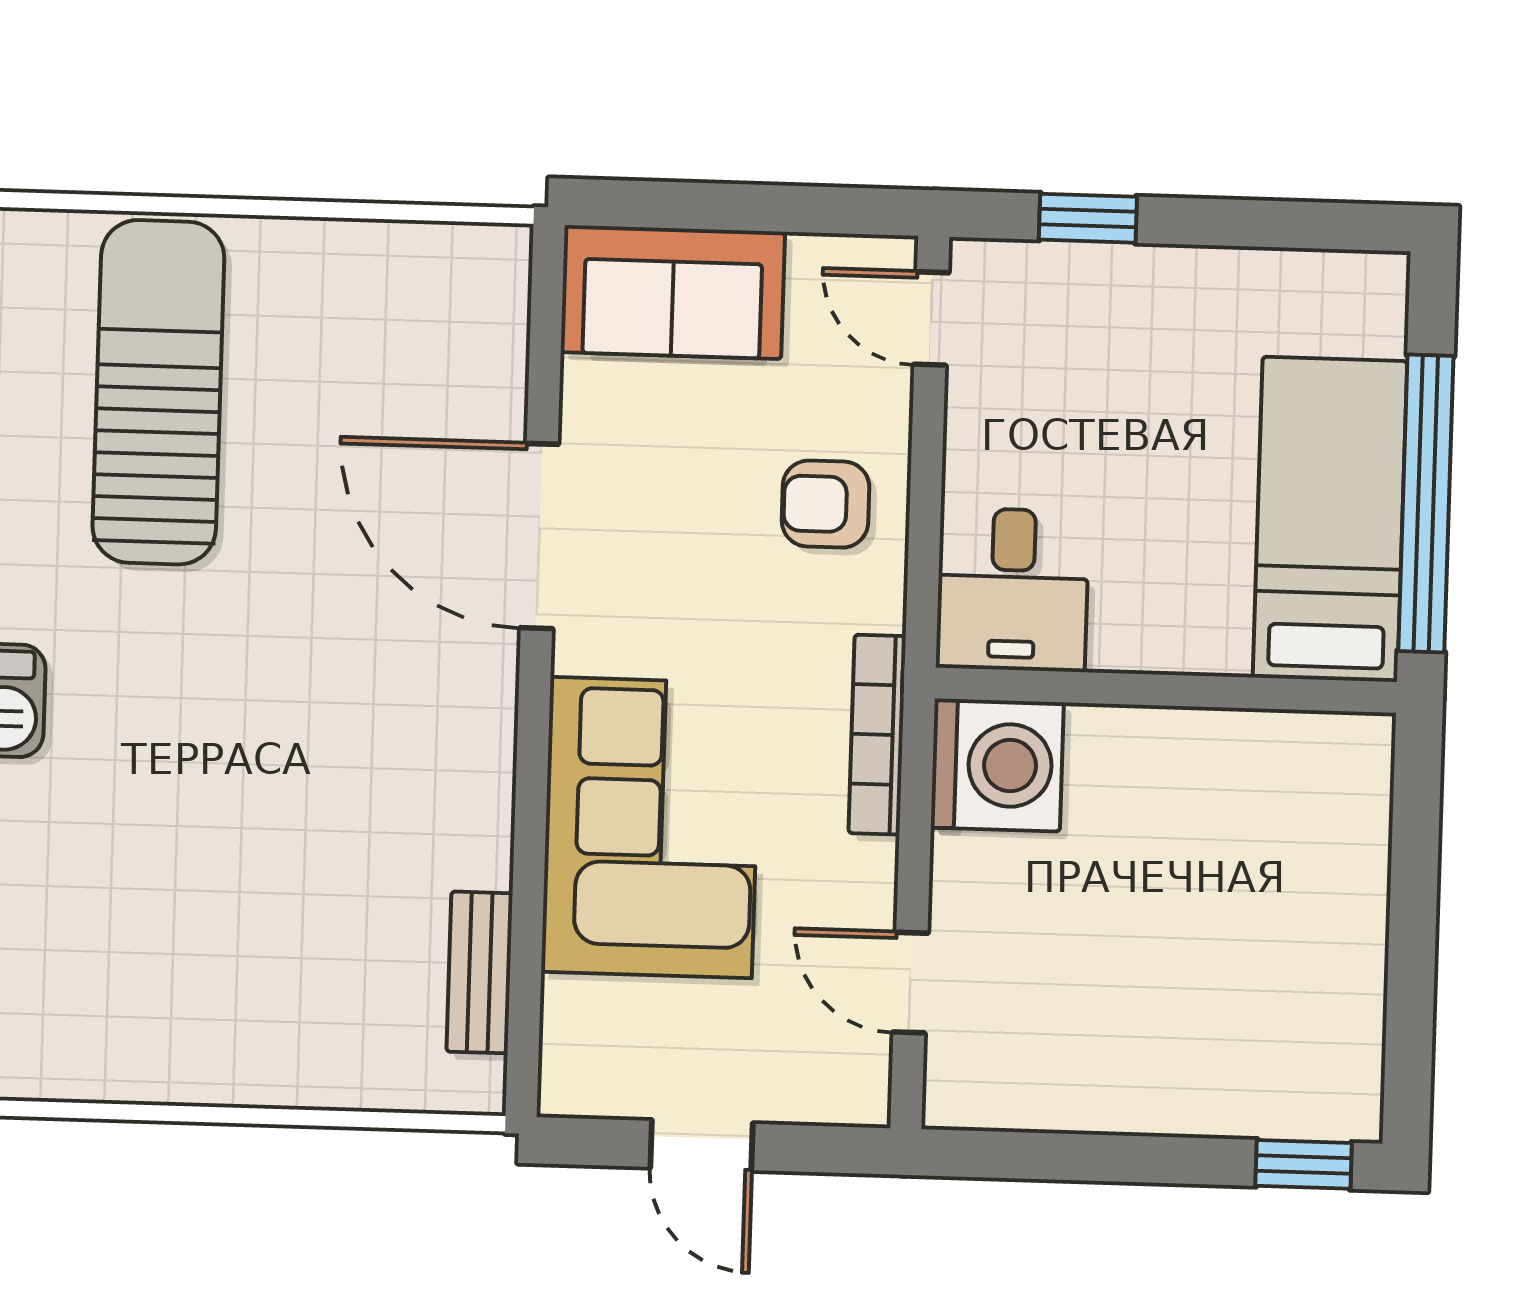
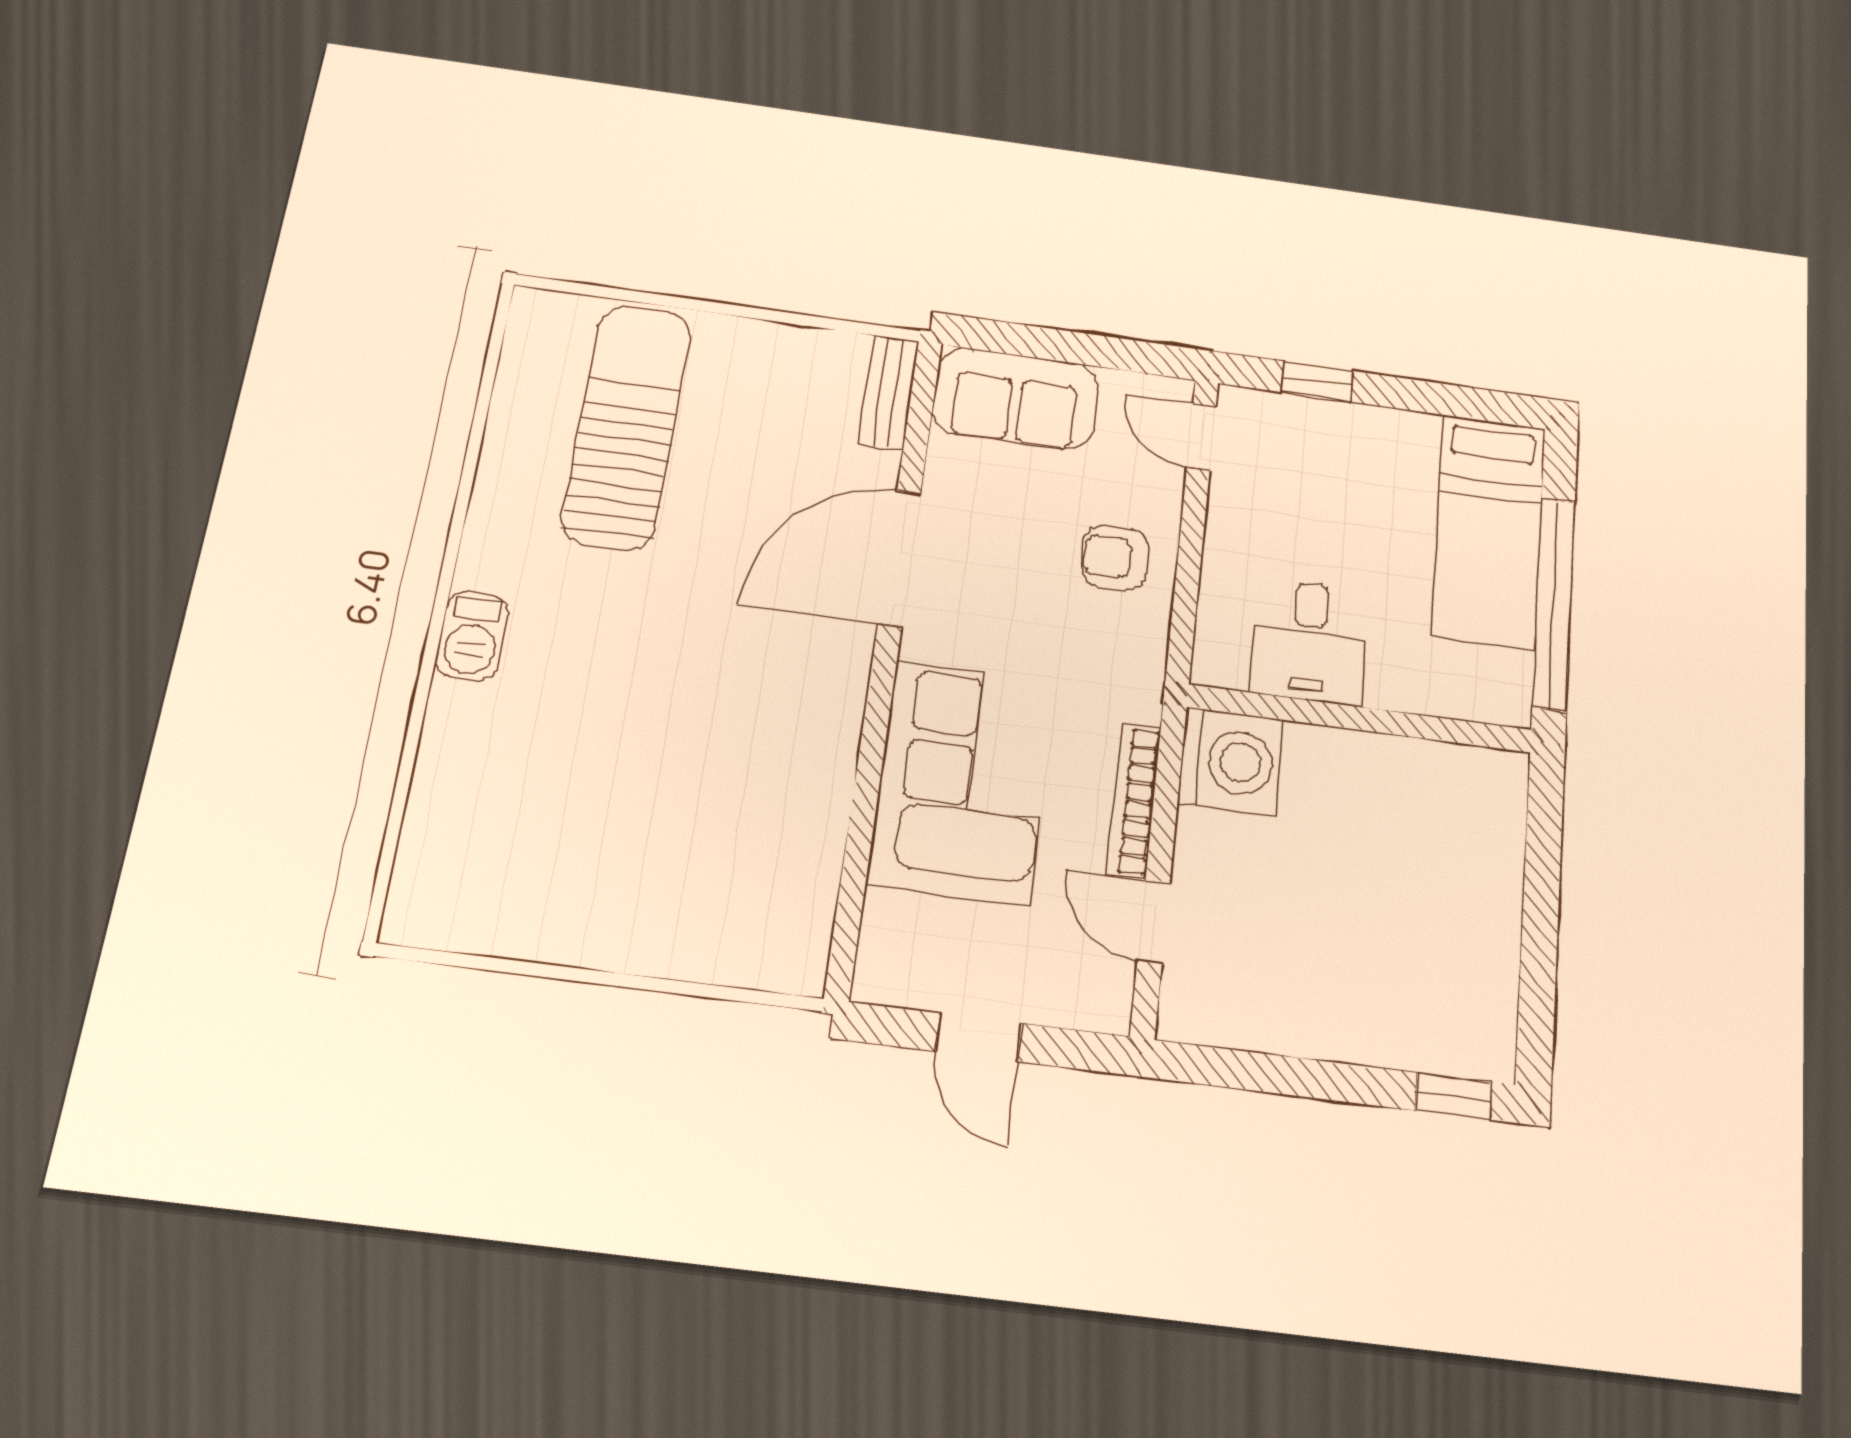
bed: (1330, 519) -> (1488, 531), moved, turned 180
door: (539, 536) -> (899, 558), hinge flipped
desk: (1013, 590) -> (1309, 641), moved
bookcase: (877, 735) -> (1134, 801), moved
bench: (480, 972) -> (889, 392), moved

